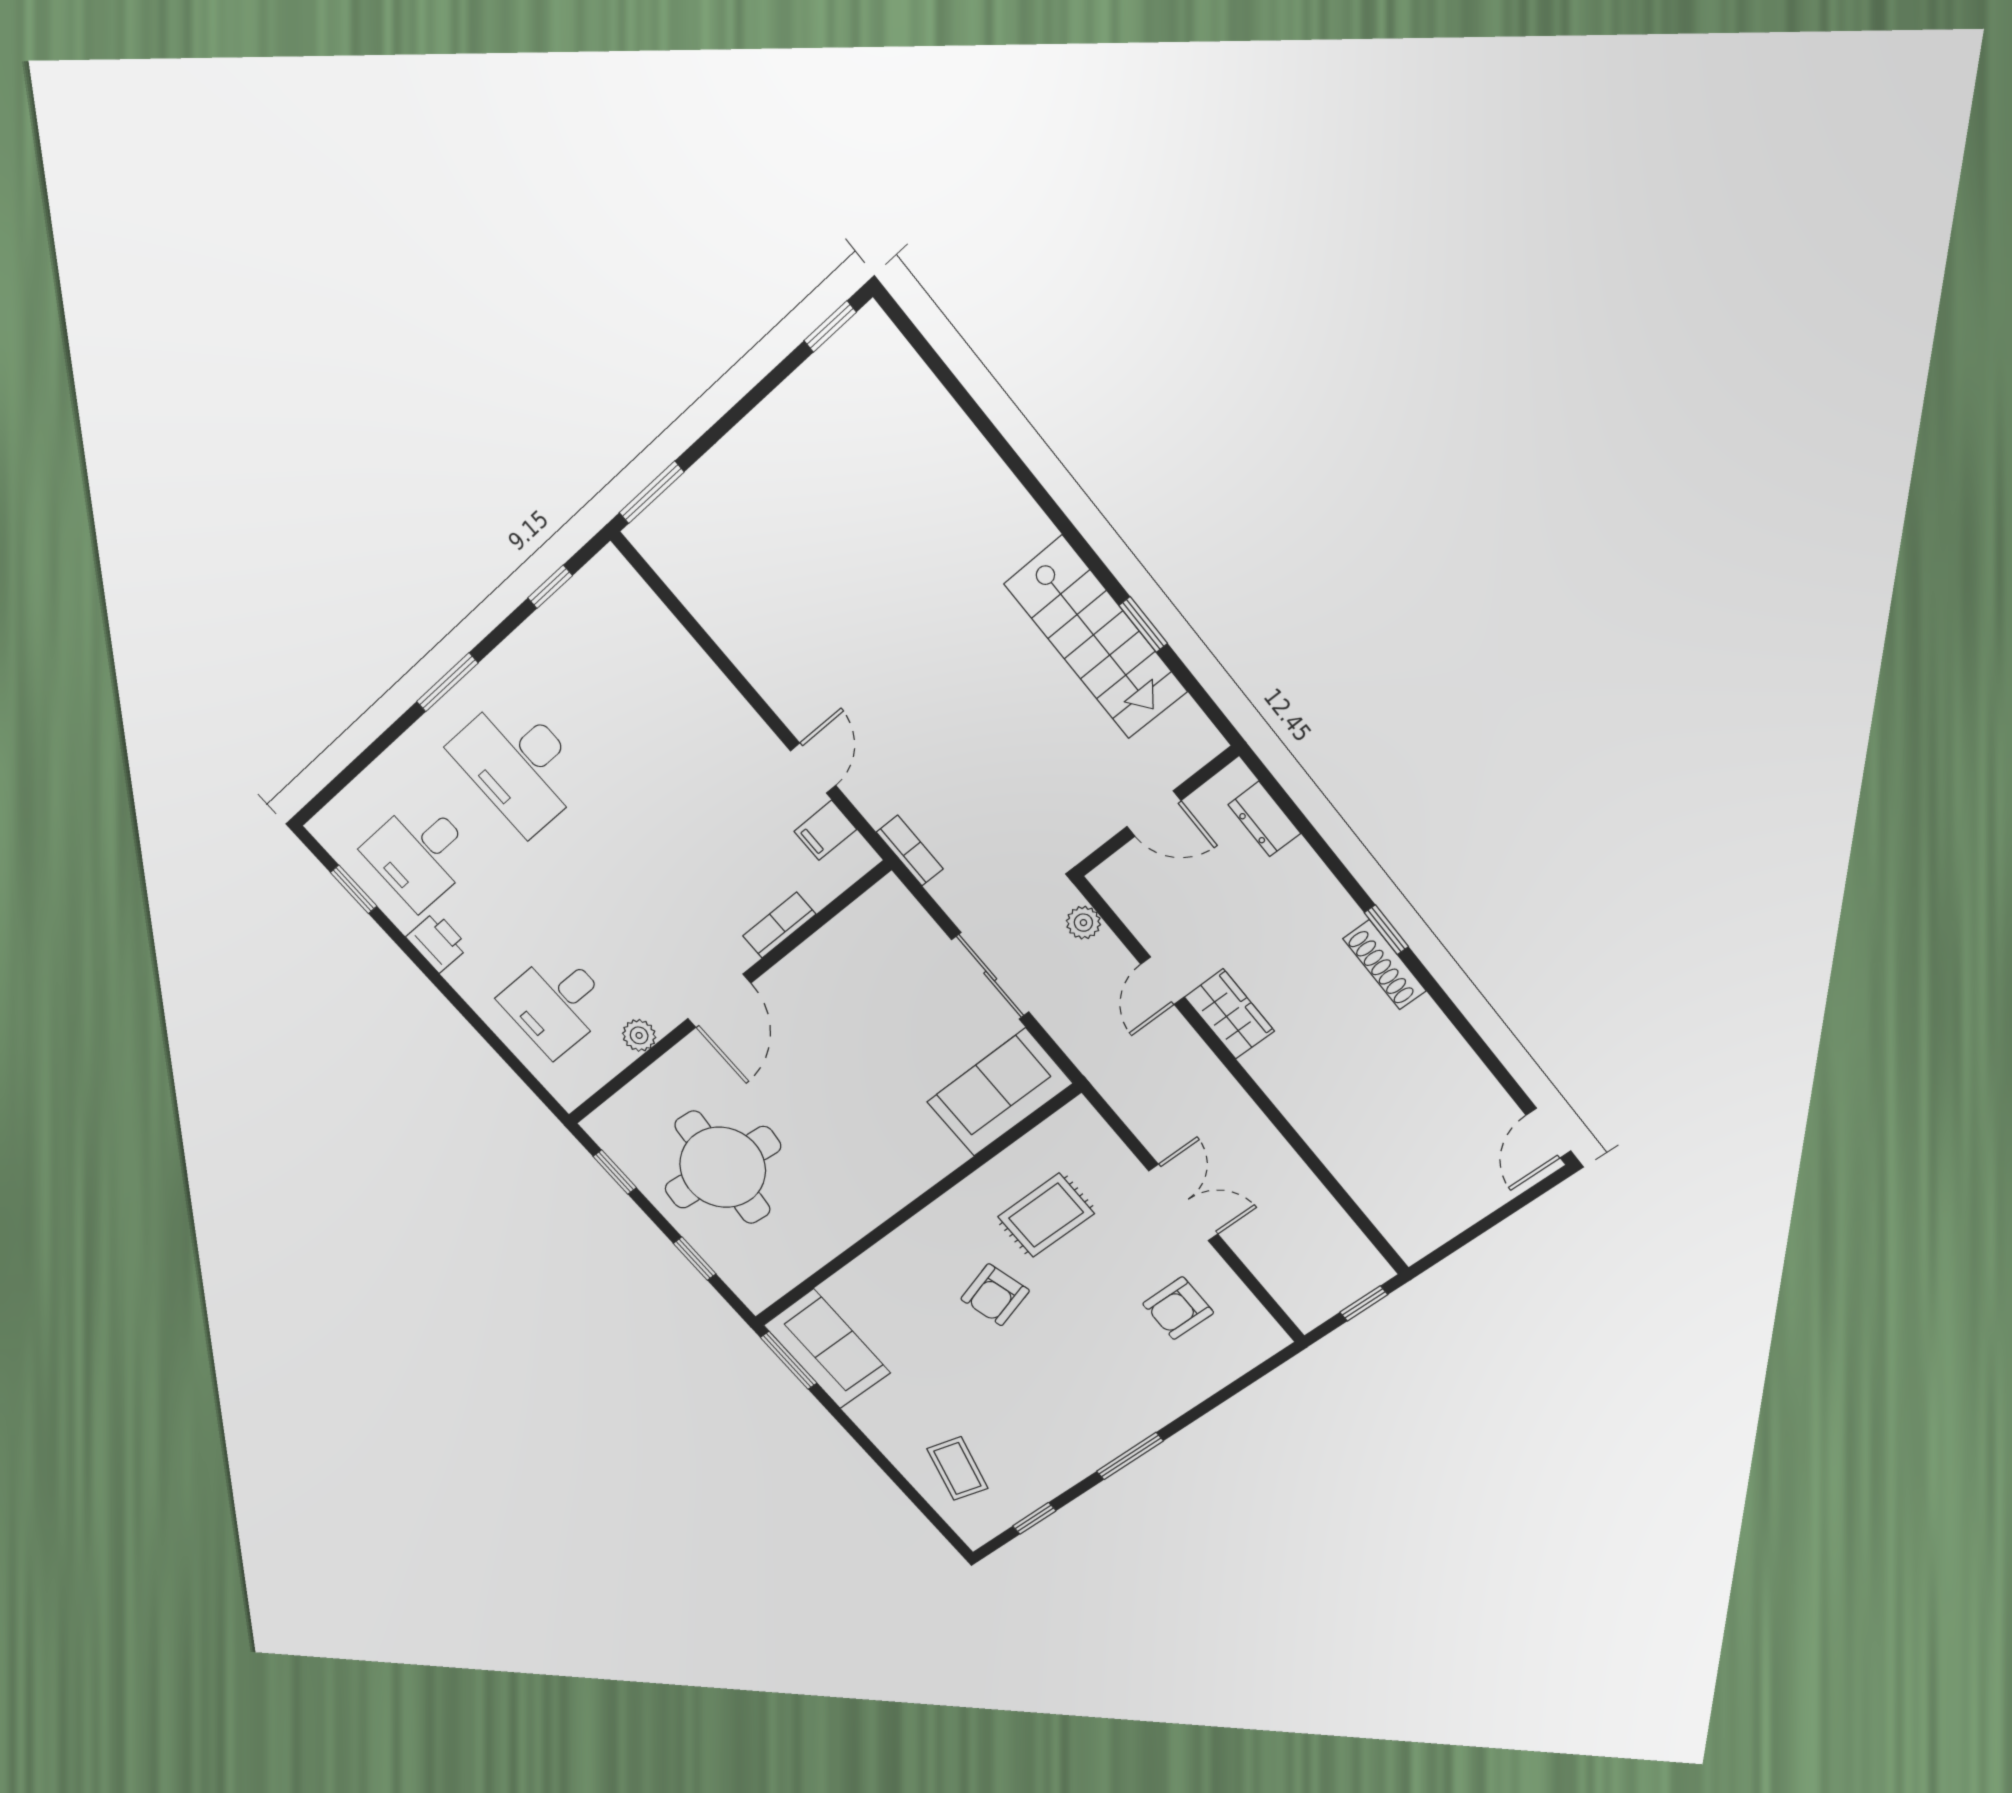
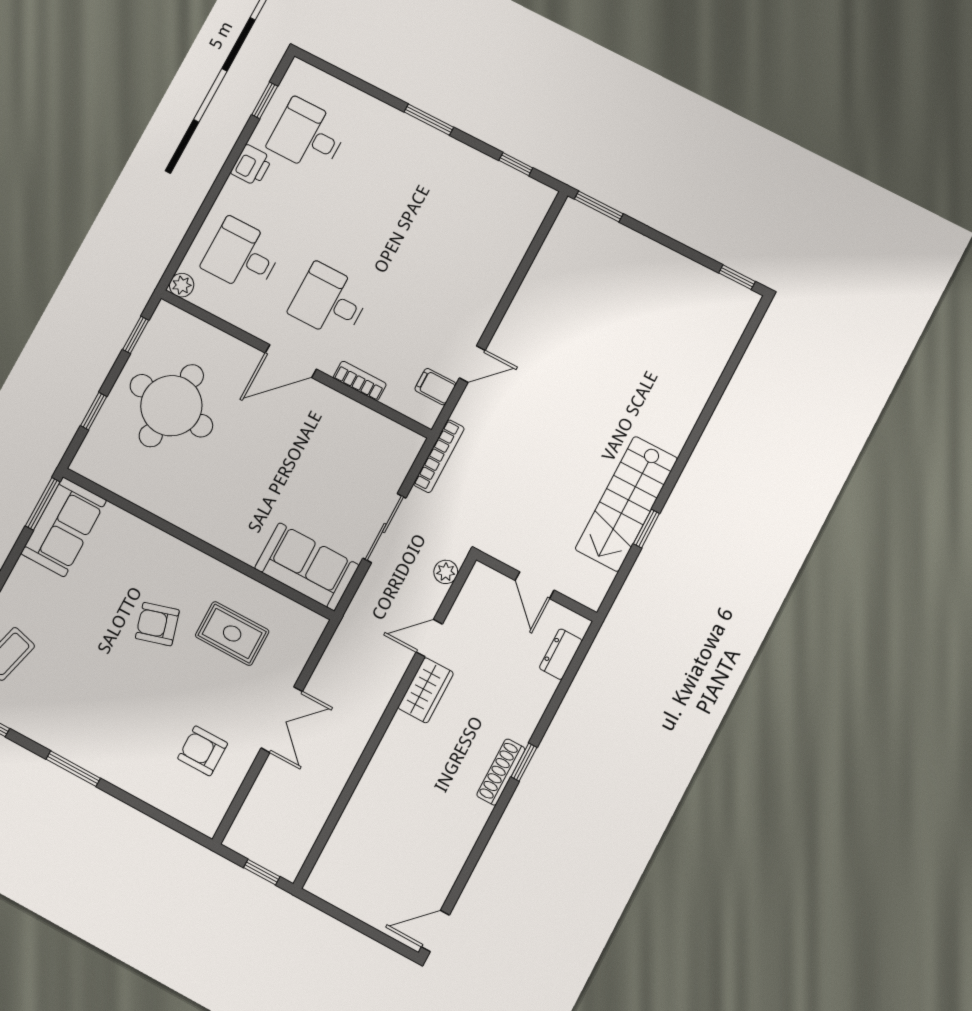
desk: (519, 765) -> (329, 301), moved, width x0.73
bookcase: (910, 851) -> (439, 456), width x1.56
plant: (639, 1035) -> (182, 285), moved

